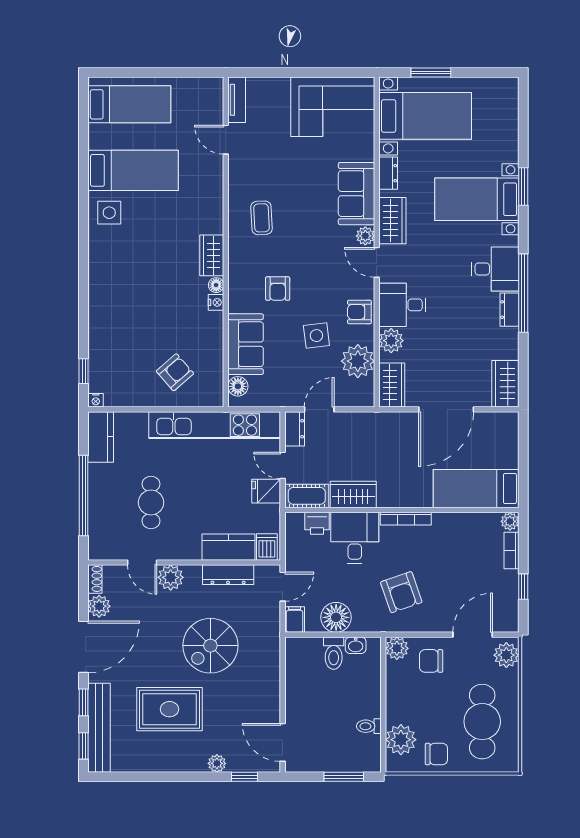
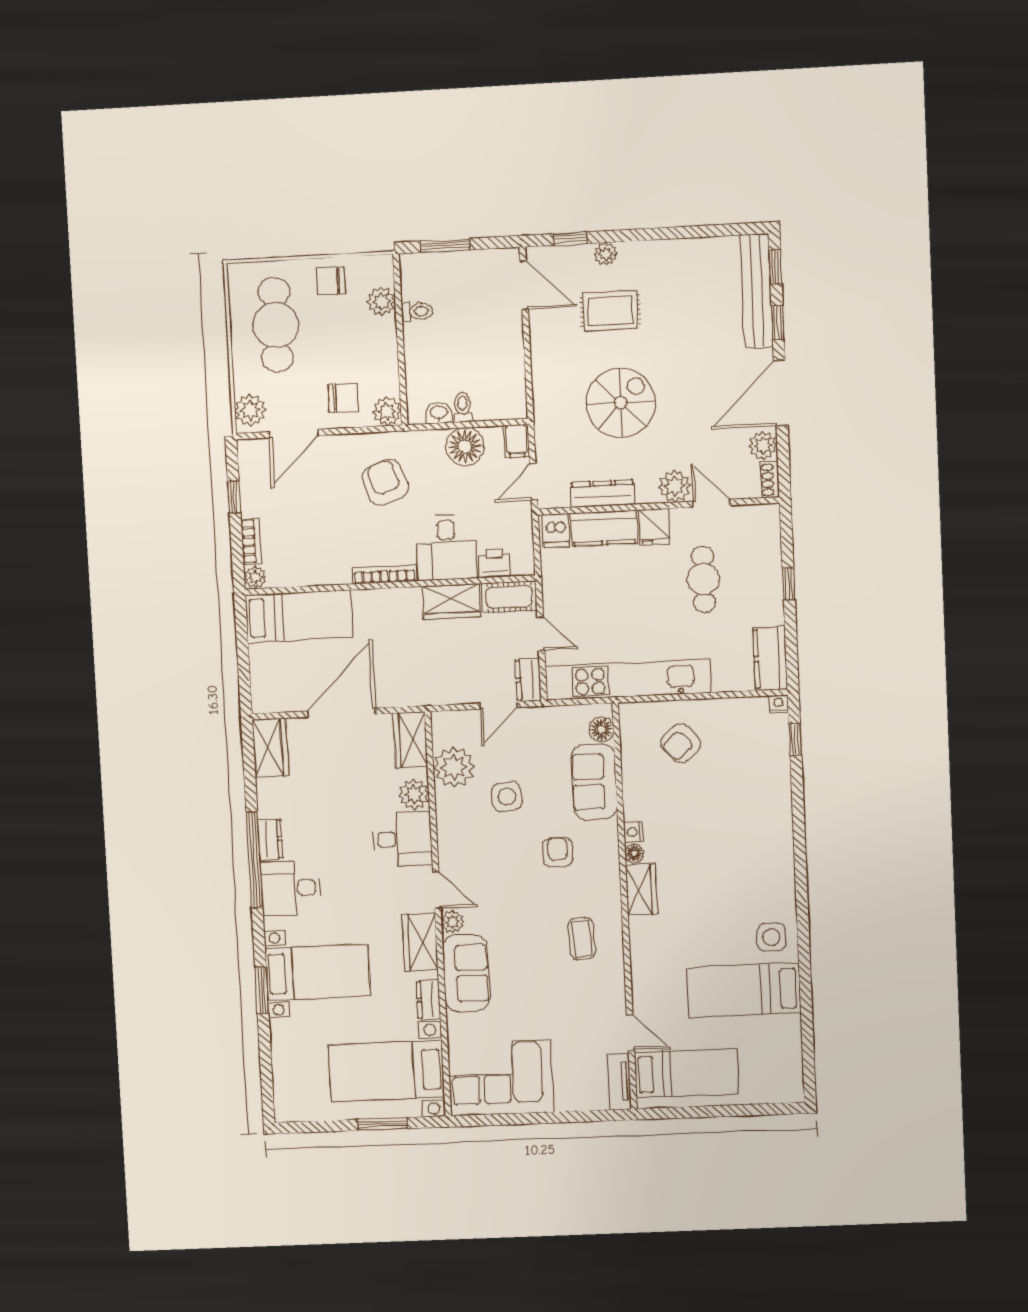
bed: (129, 104) -> (686, 1073), moved, turned 180
armchair: (359, 312) -> (455, 828), removed
fridge: (266, 491) -> (654, 527), moved, turned 90
window: (84, 495) -> (789, 584), width x0.32
toilet: (334, 653) -> (463, 407), width x0.73, depth x0.72
rug: (169, 709) -> (610, 311), moved, width x0.73, depth x0.70
plant: (401, 740) -> (381, 301), width x0.73, depth x0.73

